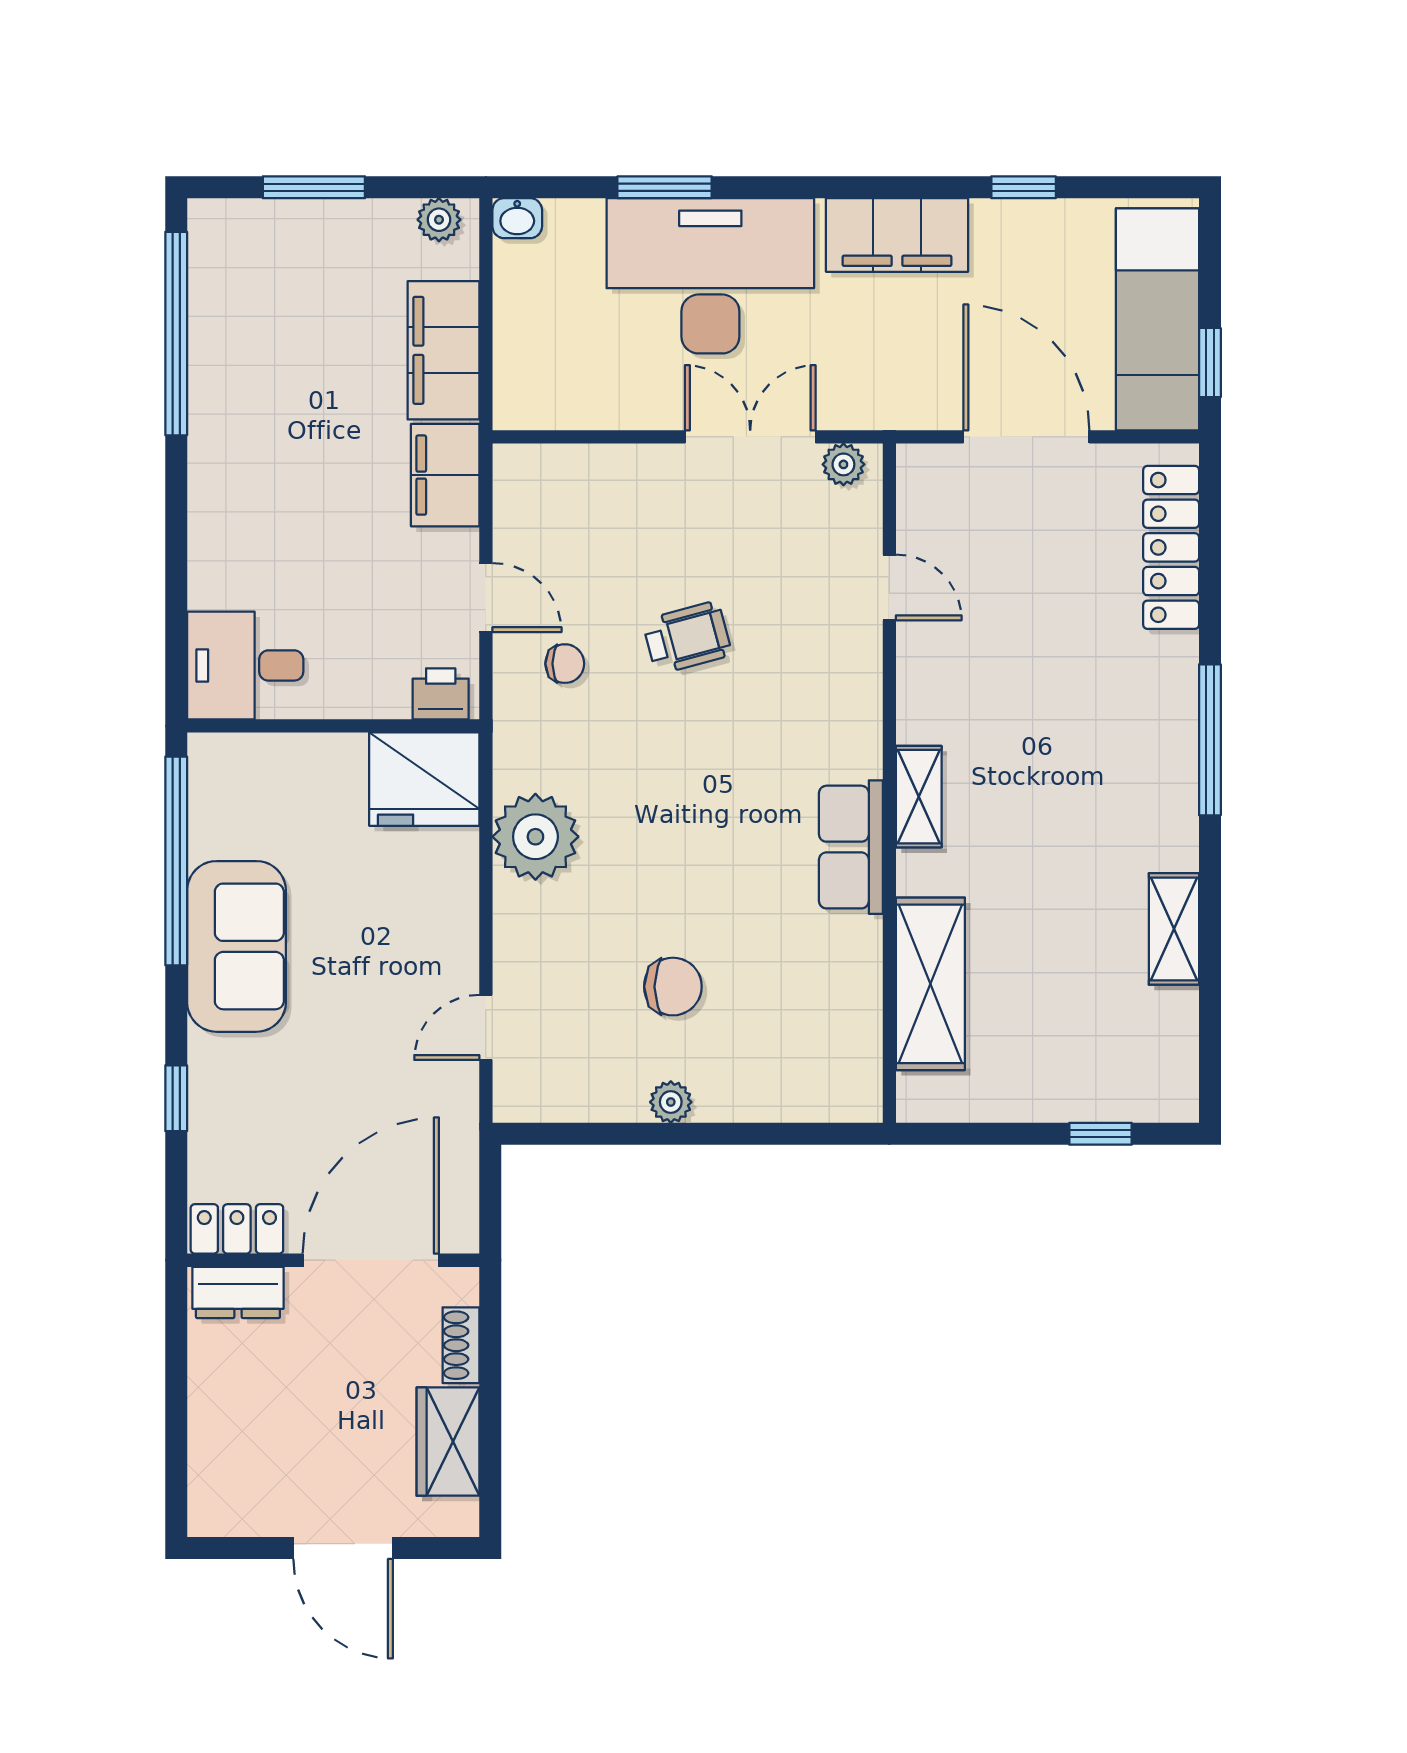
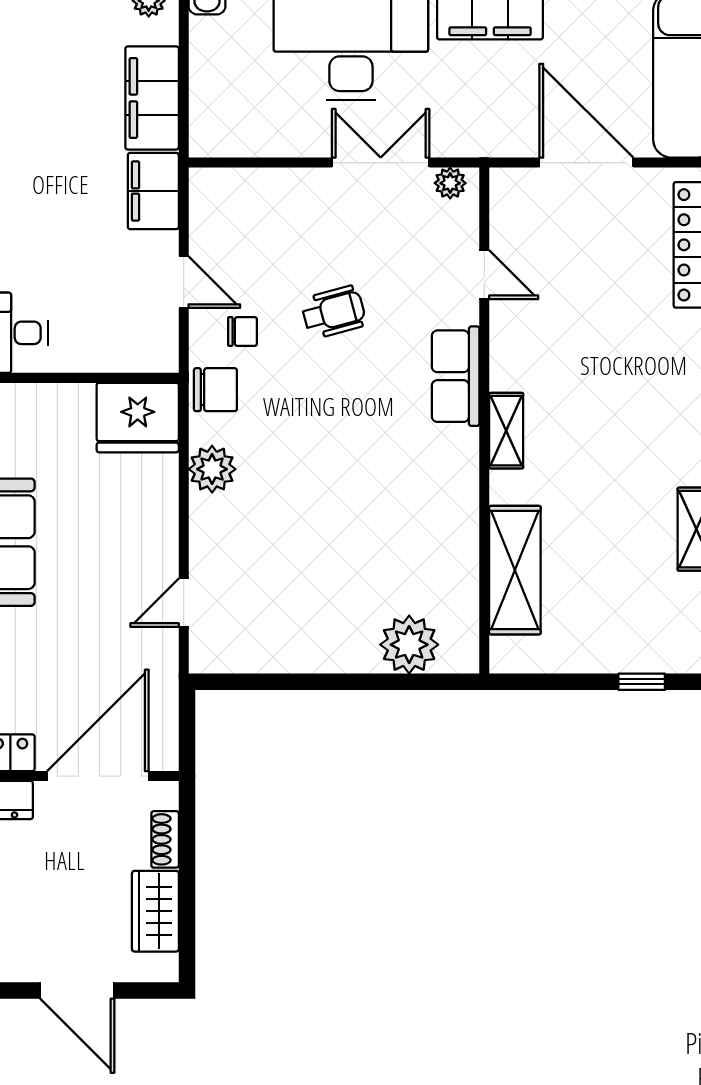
printer: (441, 694) -> (150, 354), removed
plant: (535, 837) -> (212, 469), width x0.73, depth x0.73
row of seats: (851, 847) -> (456, 376), moved
chair: (673, 987) -> (215, 390), moved
plant: (671, 1102) -> (409, 645), moved, width x1.88, depth x1.88

